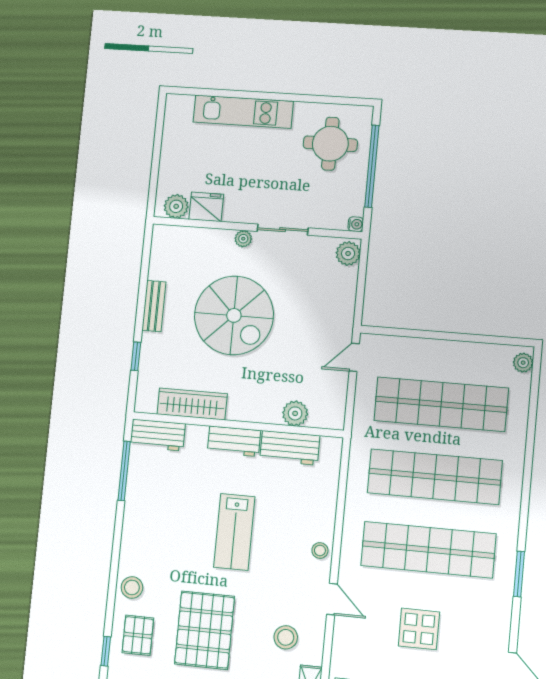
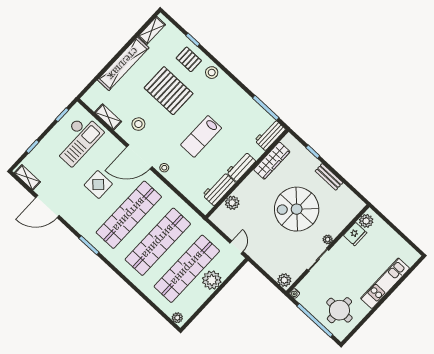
plant: (429, 356) -> (212, 280), added
lab bench: (234, 532) -> (201, 136), turned -90
door: (332, 599) -> (139, 157), width x1.88

